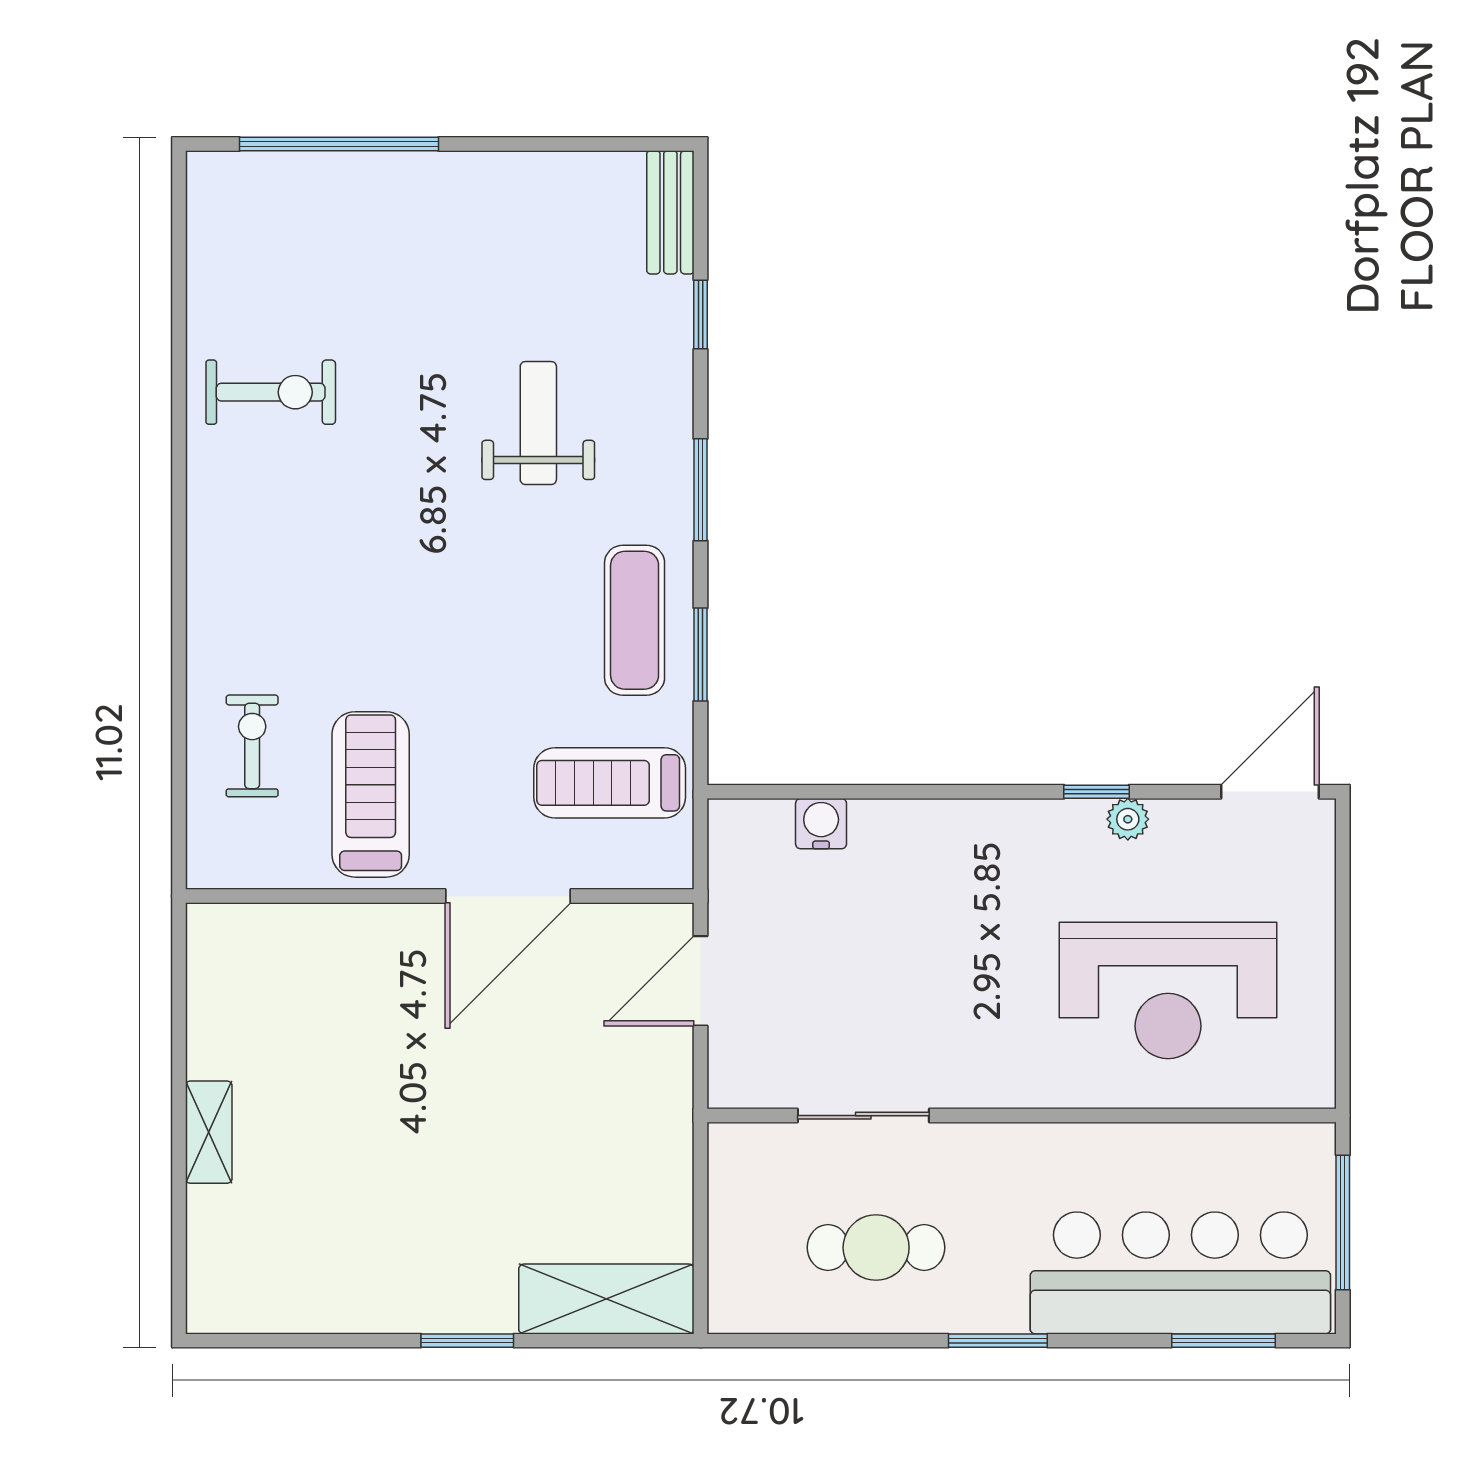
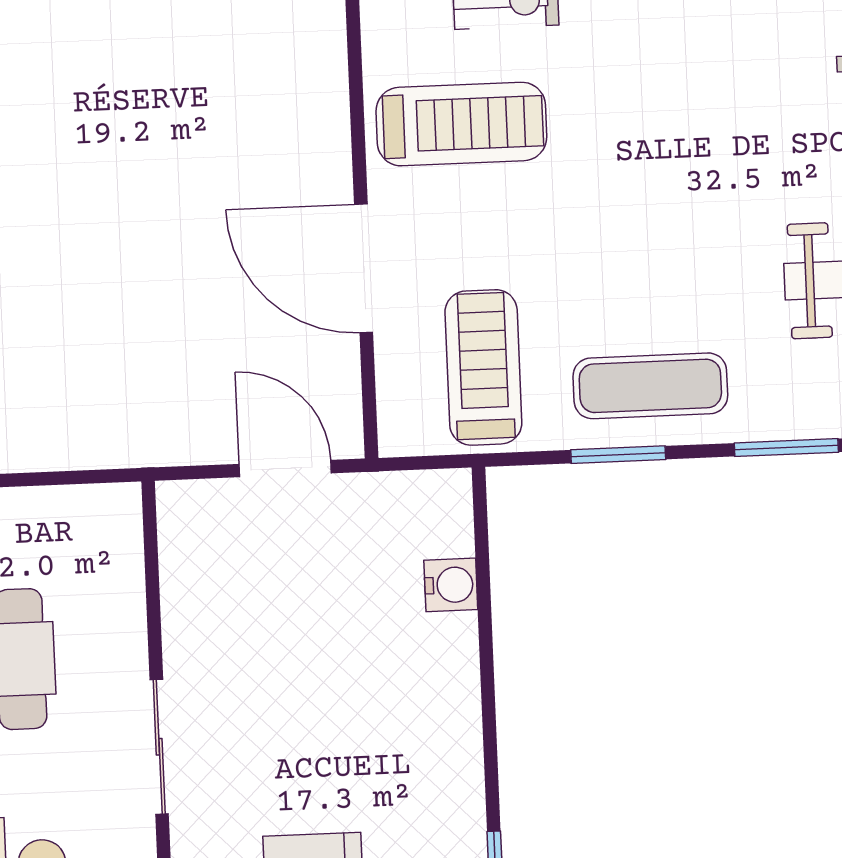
sliding door: (863, 1116) -> (159, 747), moved

